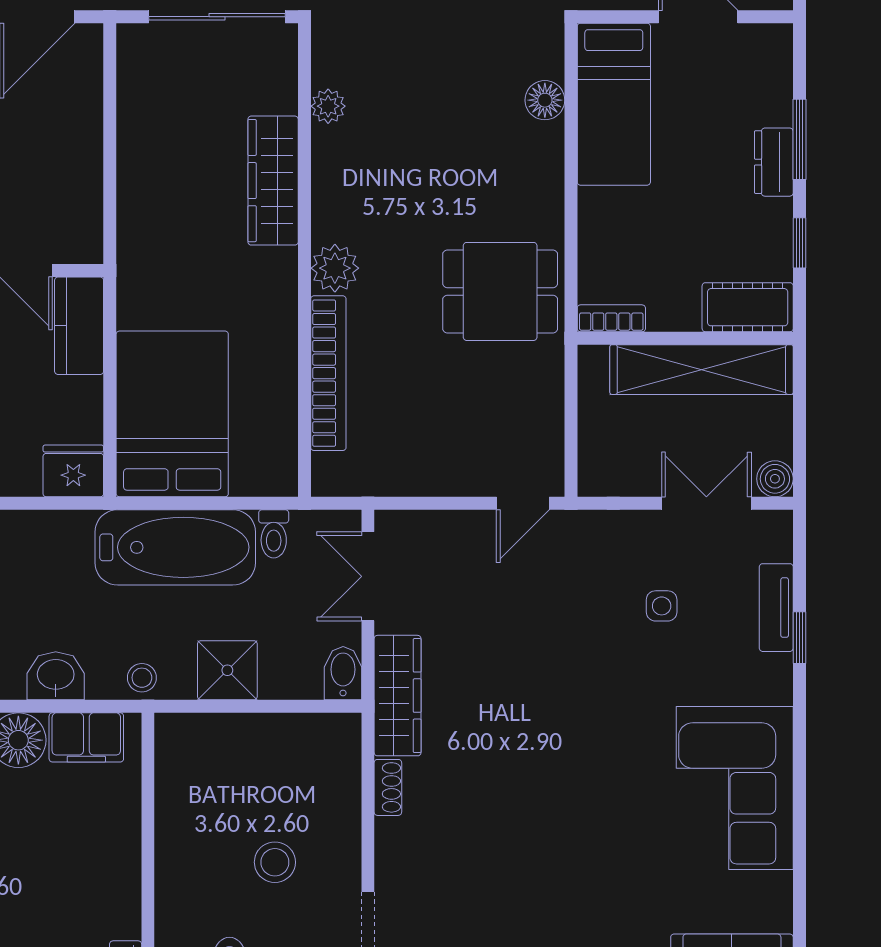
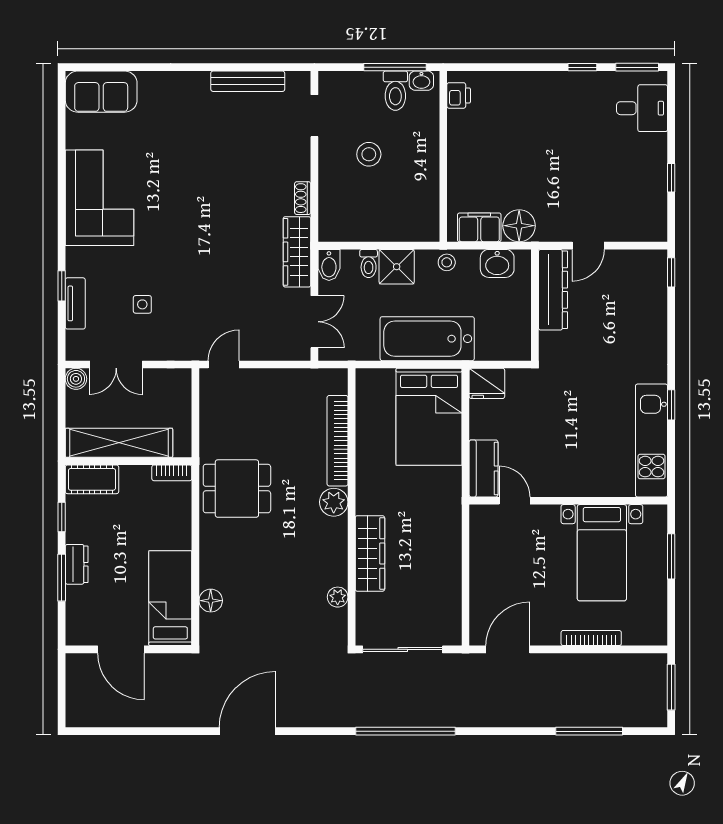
toilet: (274, 534) -> (369, 263), moved, turned 180

